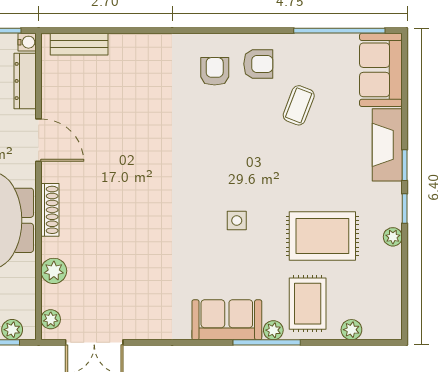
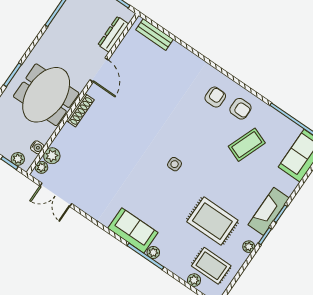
water cooler: (27, 42) -> (37, 147), moved
coffee table: (299, 105) -> (247, 145), width x1.36, depth x1.30
fireplace: (387, 145) -> (269, 211), moved
side table: (237, 221) -> (175, 164), moved
plant: (54, 271) -> (52, 156), moved
rug: (308, 304) -> (211, 266), moved, turned 90

